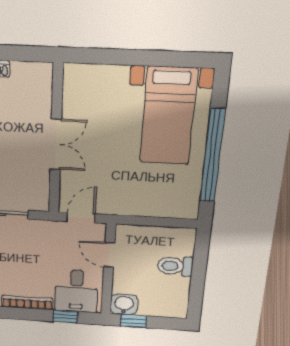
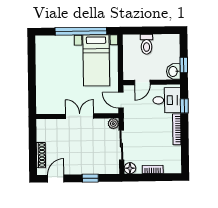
bed with nightstands: (168, 116) -> (96, 60), moved, turned 90
plant: (40, 202) -> (113, 124), added

